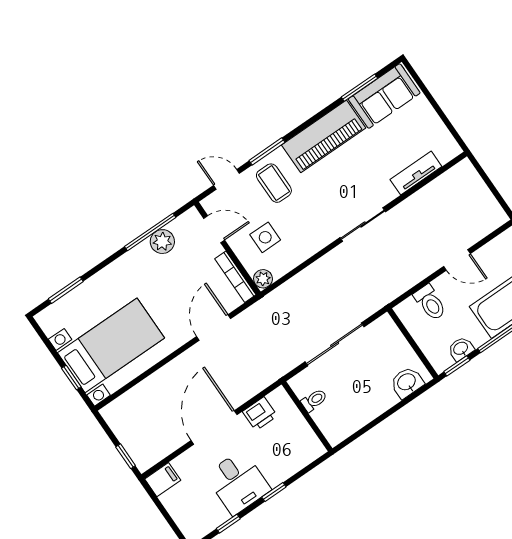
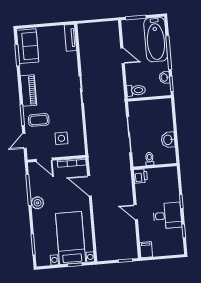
piano: (324, 136) -> (29, 91), width x0.73, depth x0.75
tv unit: (416, 173) -> (70, 38), moved
door: (214, 229) -> (44, 160), swing flipped
plant: (162, 242) -> (38, 203), moved
door: (457, 260) -> (123, 56), hinge flipped
plant: (263, 279) -> (80, 150), removed
toilet: (430, 303) -> (136, 90), moved
washbasin: (407, 382) -> (168, 140), moved
printer: (260, 414) -> (140, 176), moved
door: (214, 428) -> (136, 212), width x0.53

